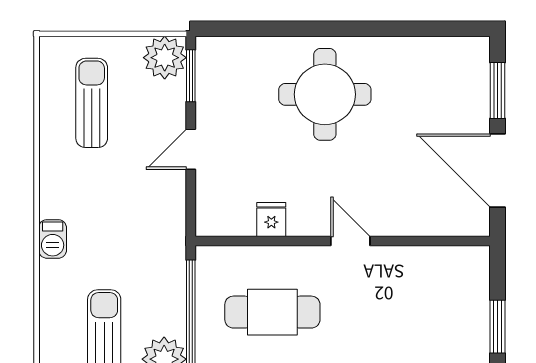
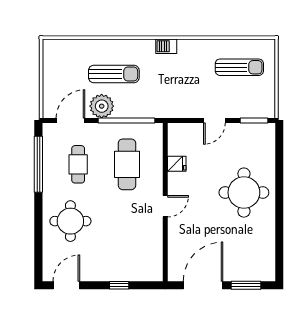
plant: (165, 58) -> (264, 106), removed
door: (191, 149) -> (214, 120), swing flipped
window: (497, 327) -> (119, 285), width x0.67

